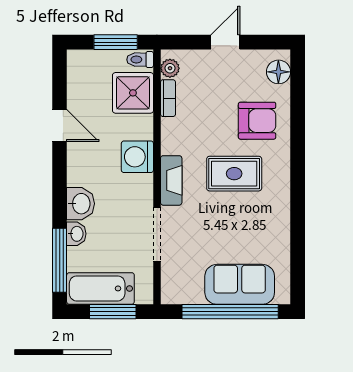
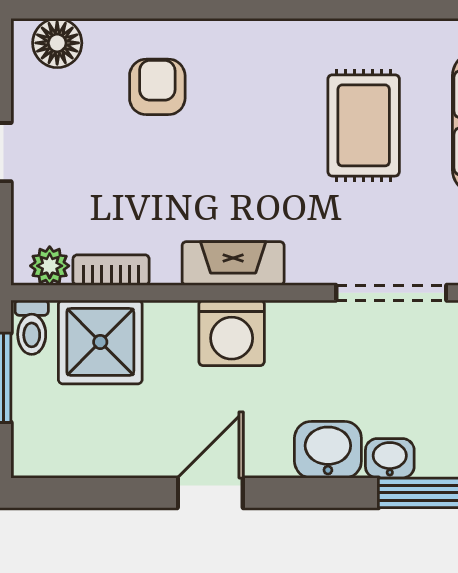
armchair: (257, 121) -> (157, 87), width x0.72, depth x0.72
door: (60, 125) -> (210, 493), moved
rug: (234, 174) -> (364, 125), moved
fireplace: (171, 180) -> (233, 263), moved

